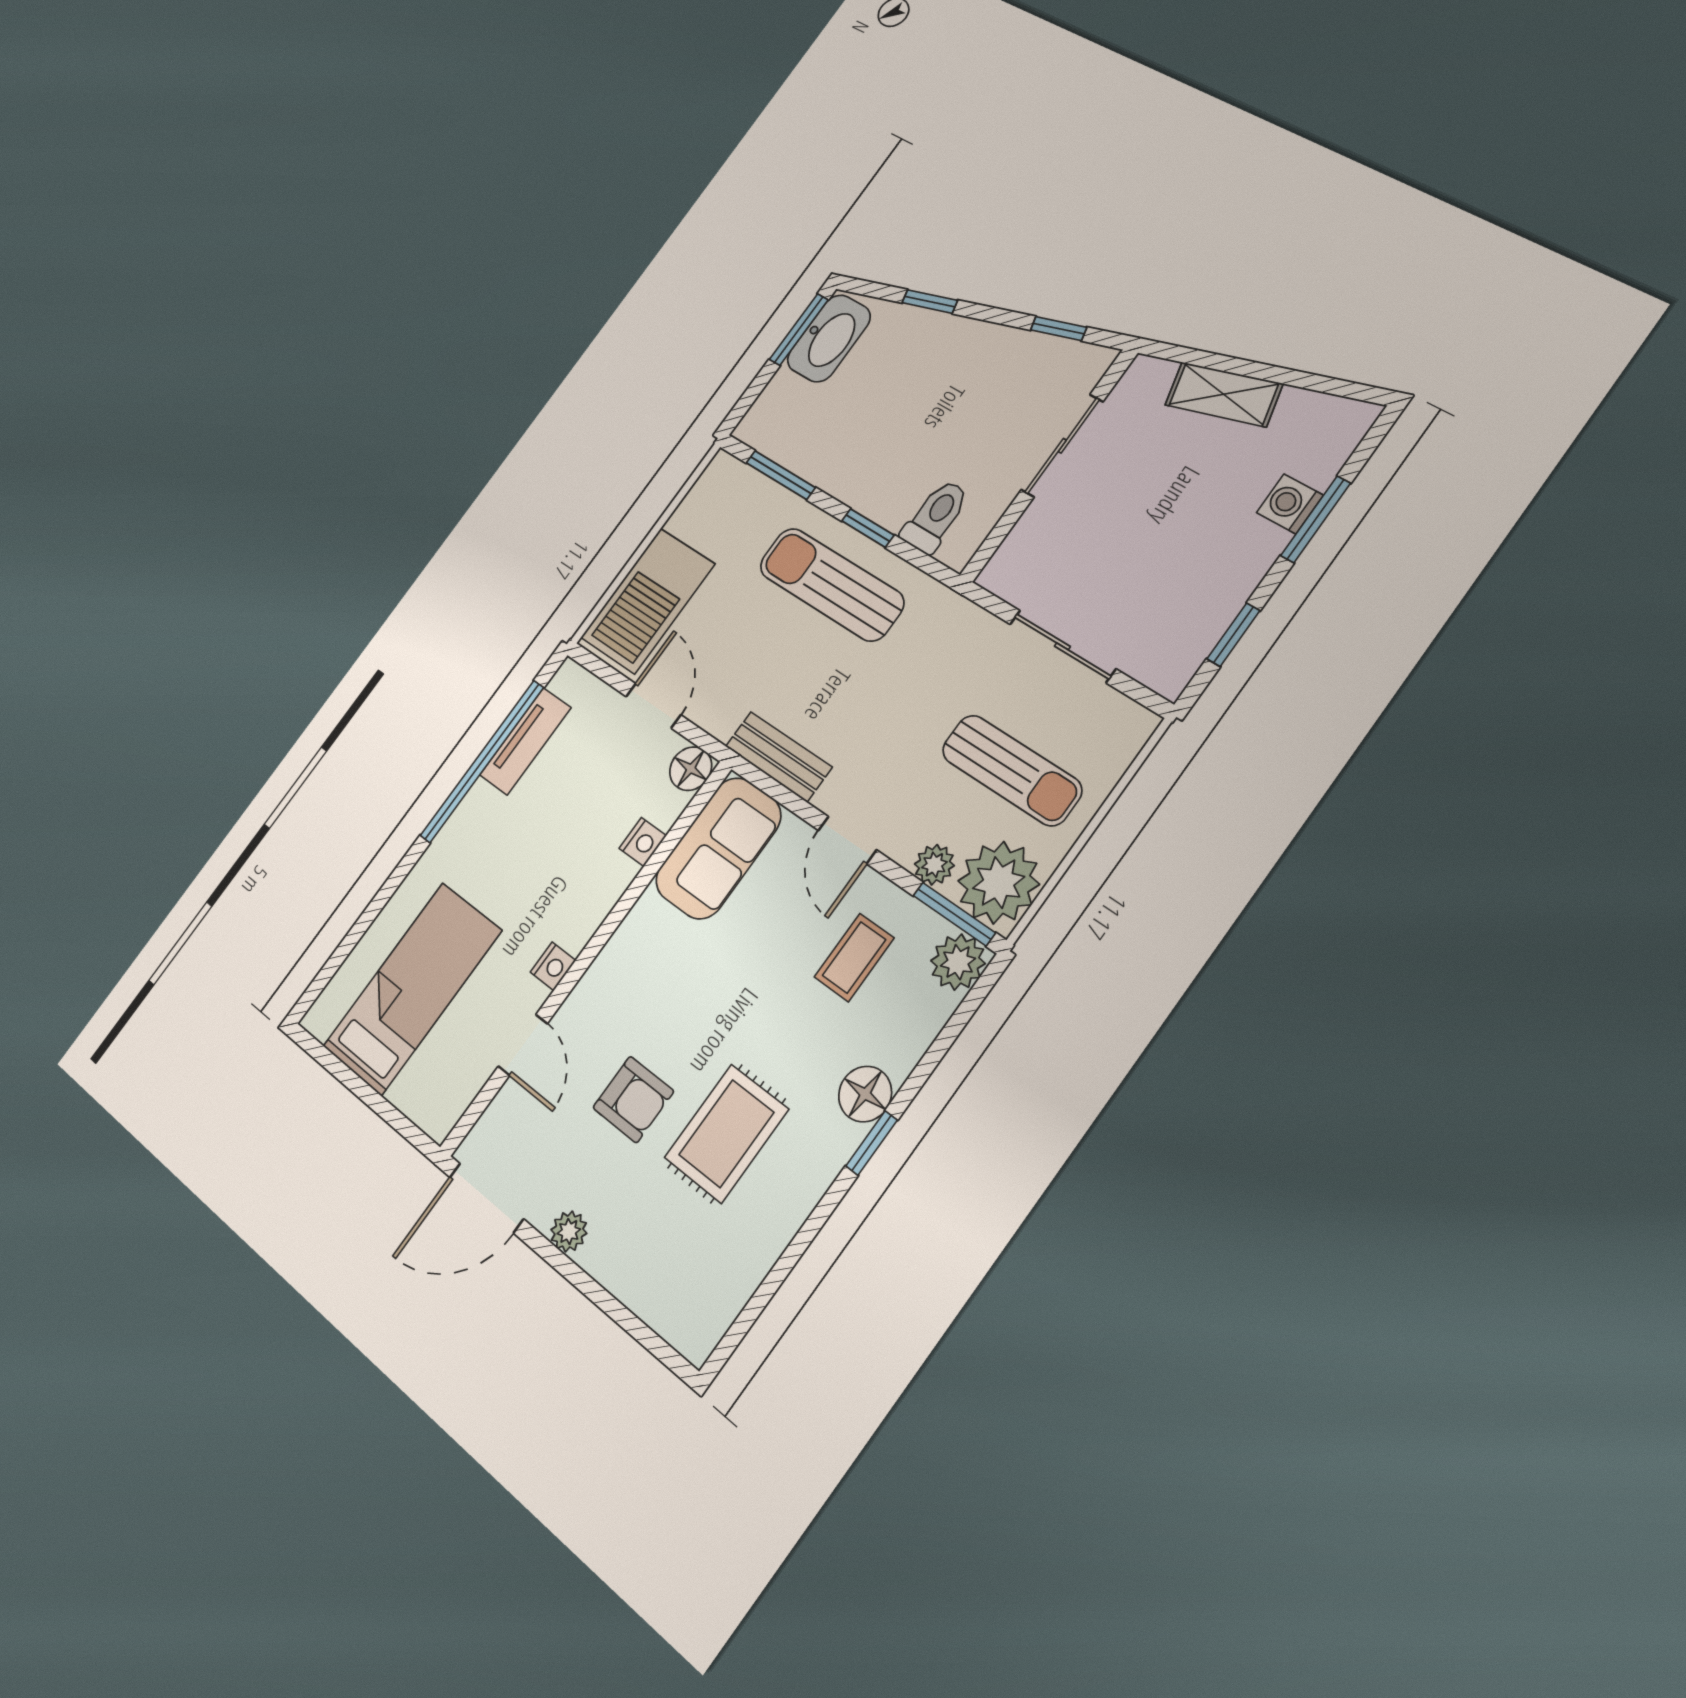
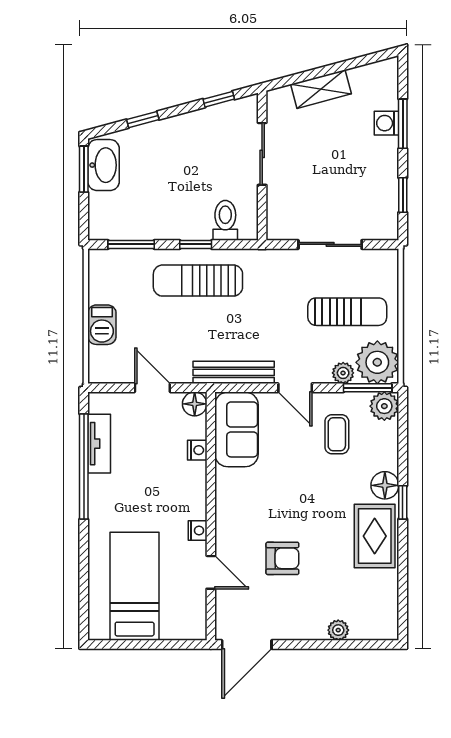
barbecue: (648, 601) -> (102, 325), width x0.53, depth x0.65
bench: (779, 757) -> (234, 372), width x1.36
rug: (726, 1133) -> (375, 536), moved
plant: (569, 1231) -> (338, 630), moved

